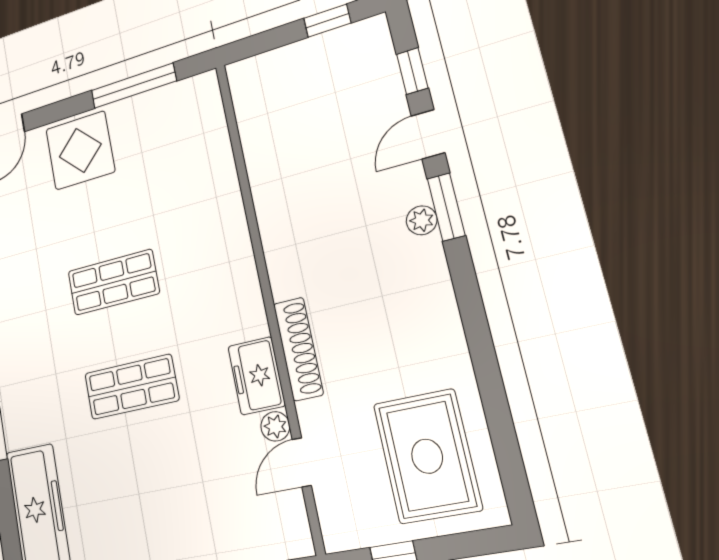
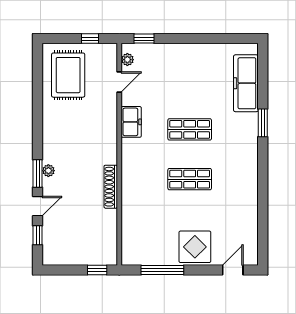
window: (327, 21) -> (97, 270), moved
shoe rack: (298, 349) -> (111, 187), moved
plant: (275, 426) -> (127, 60), moved

